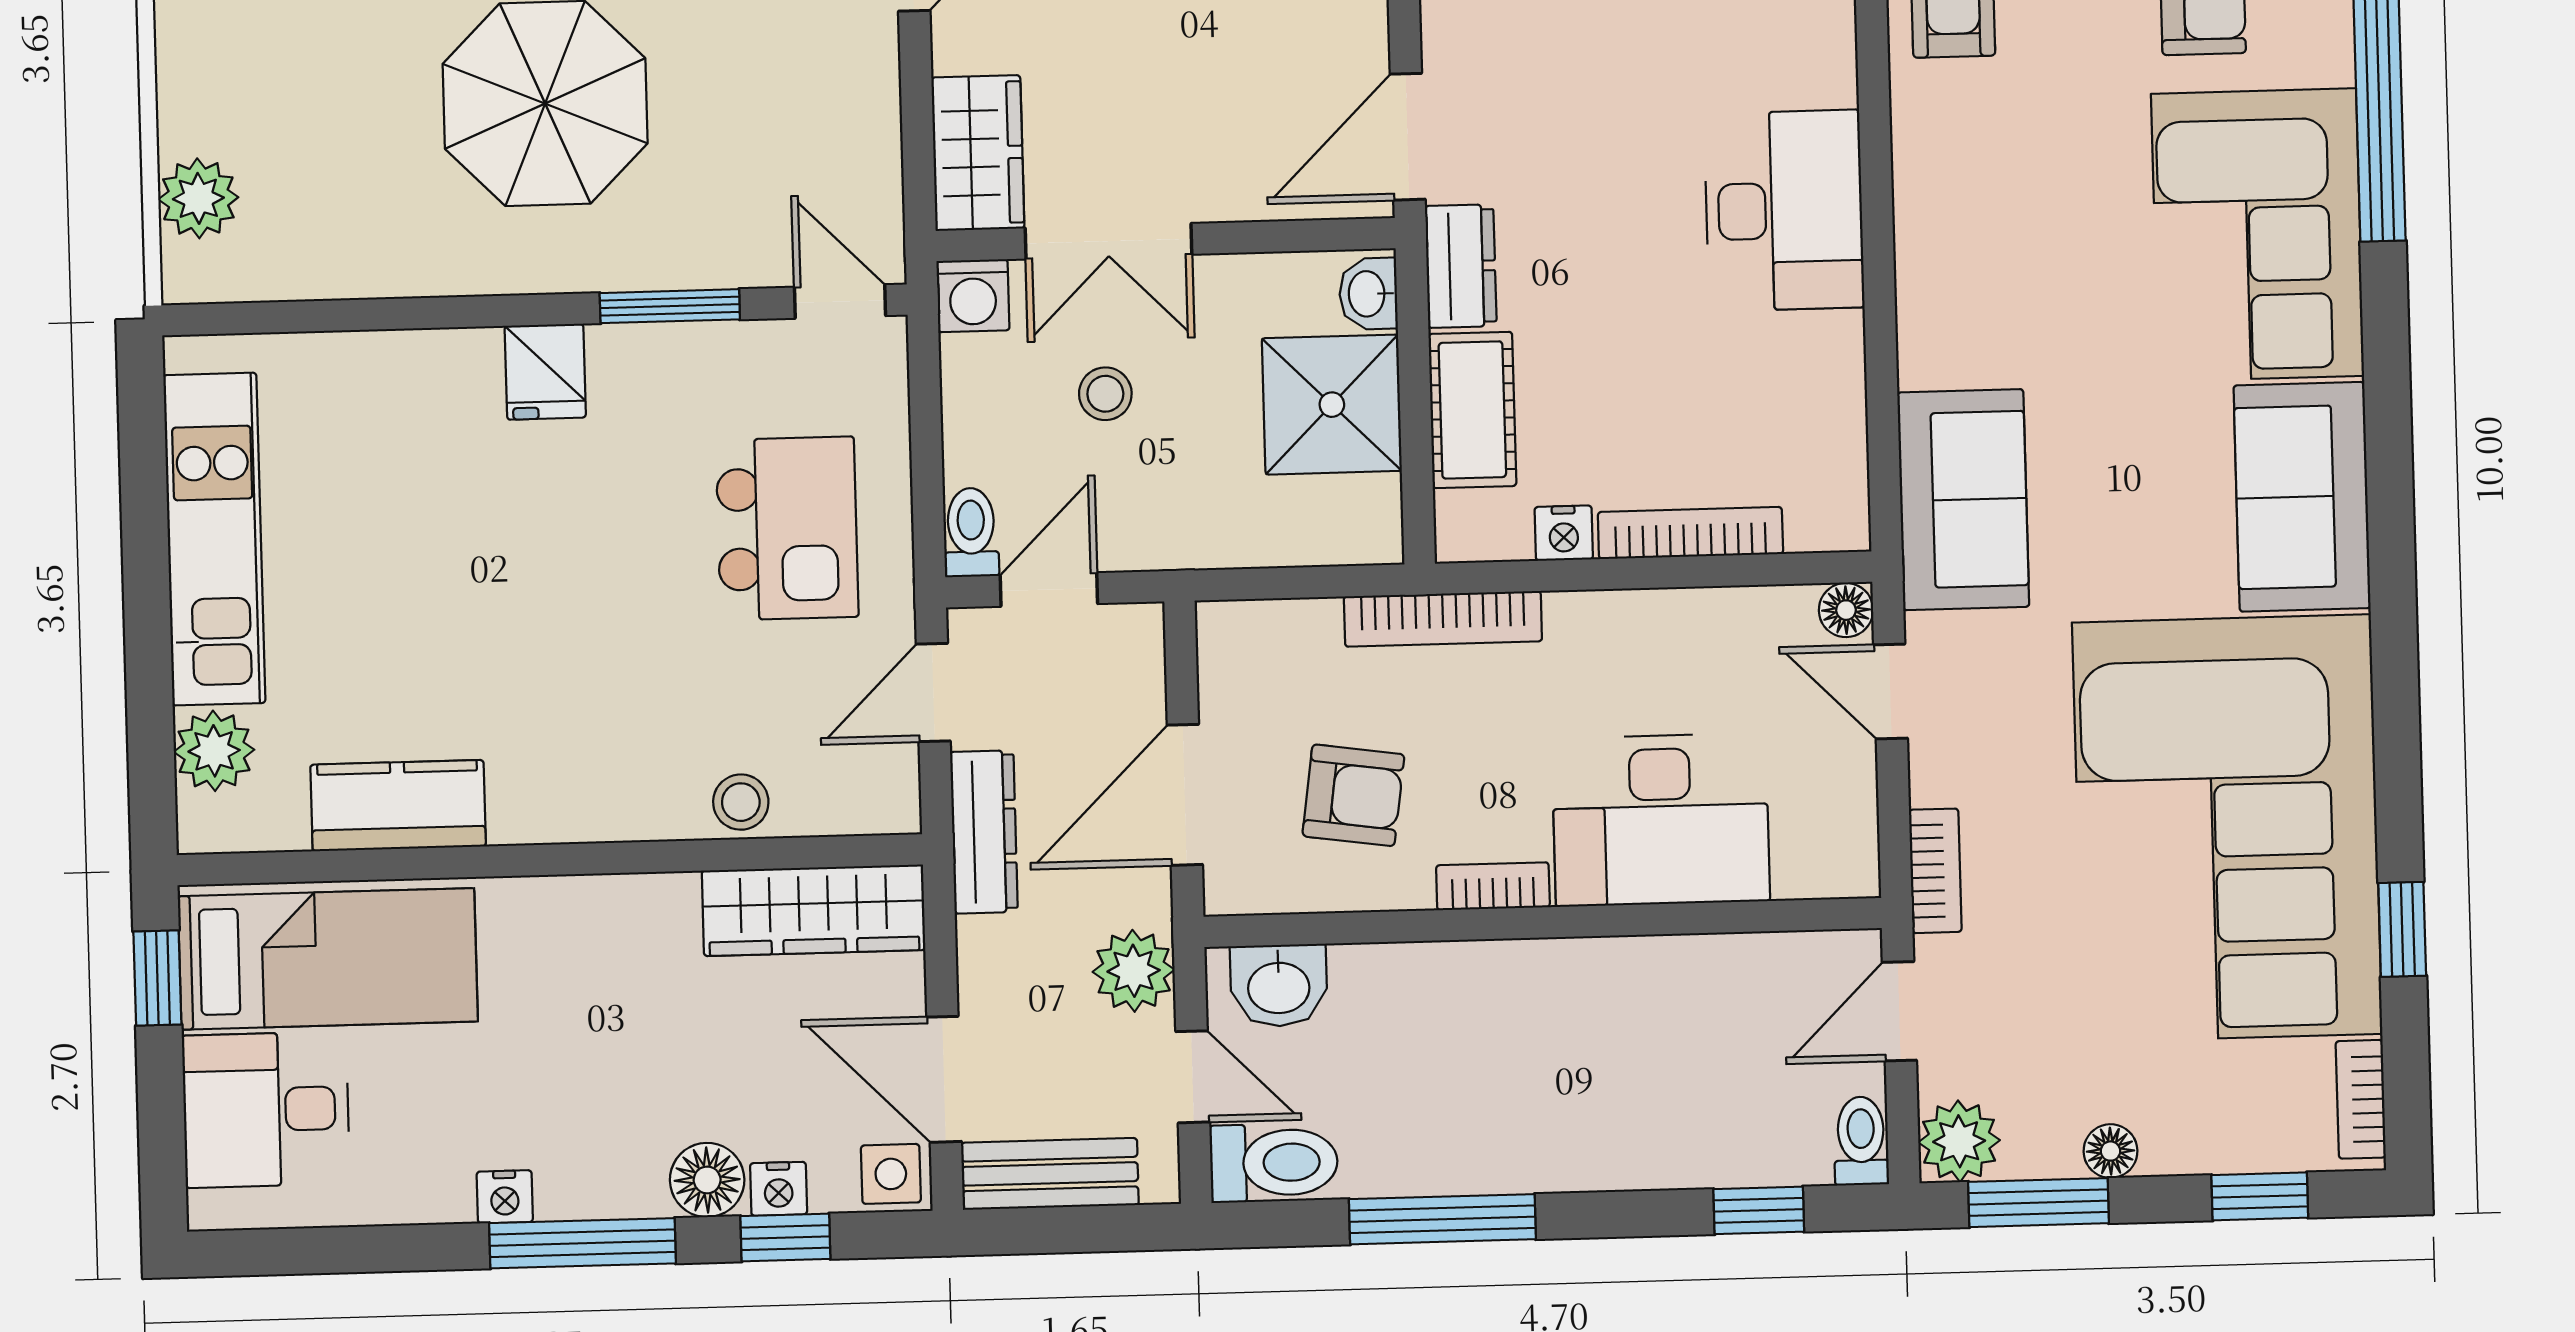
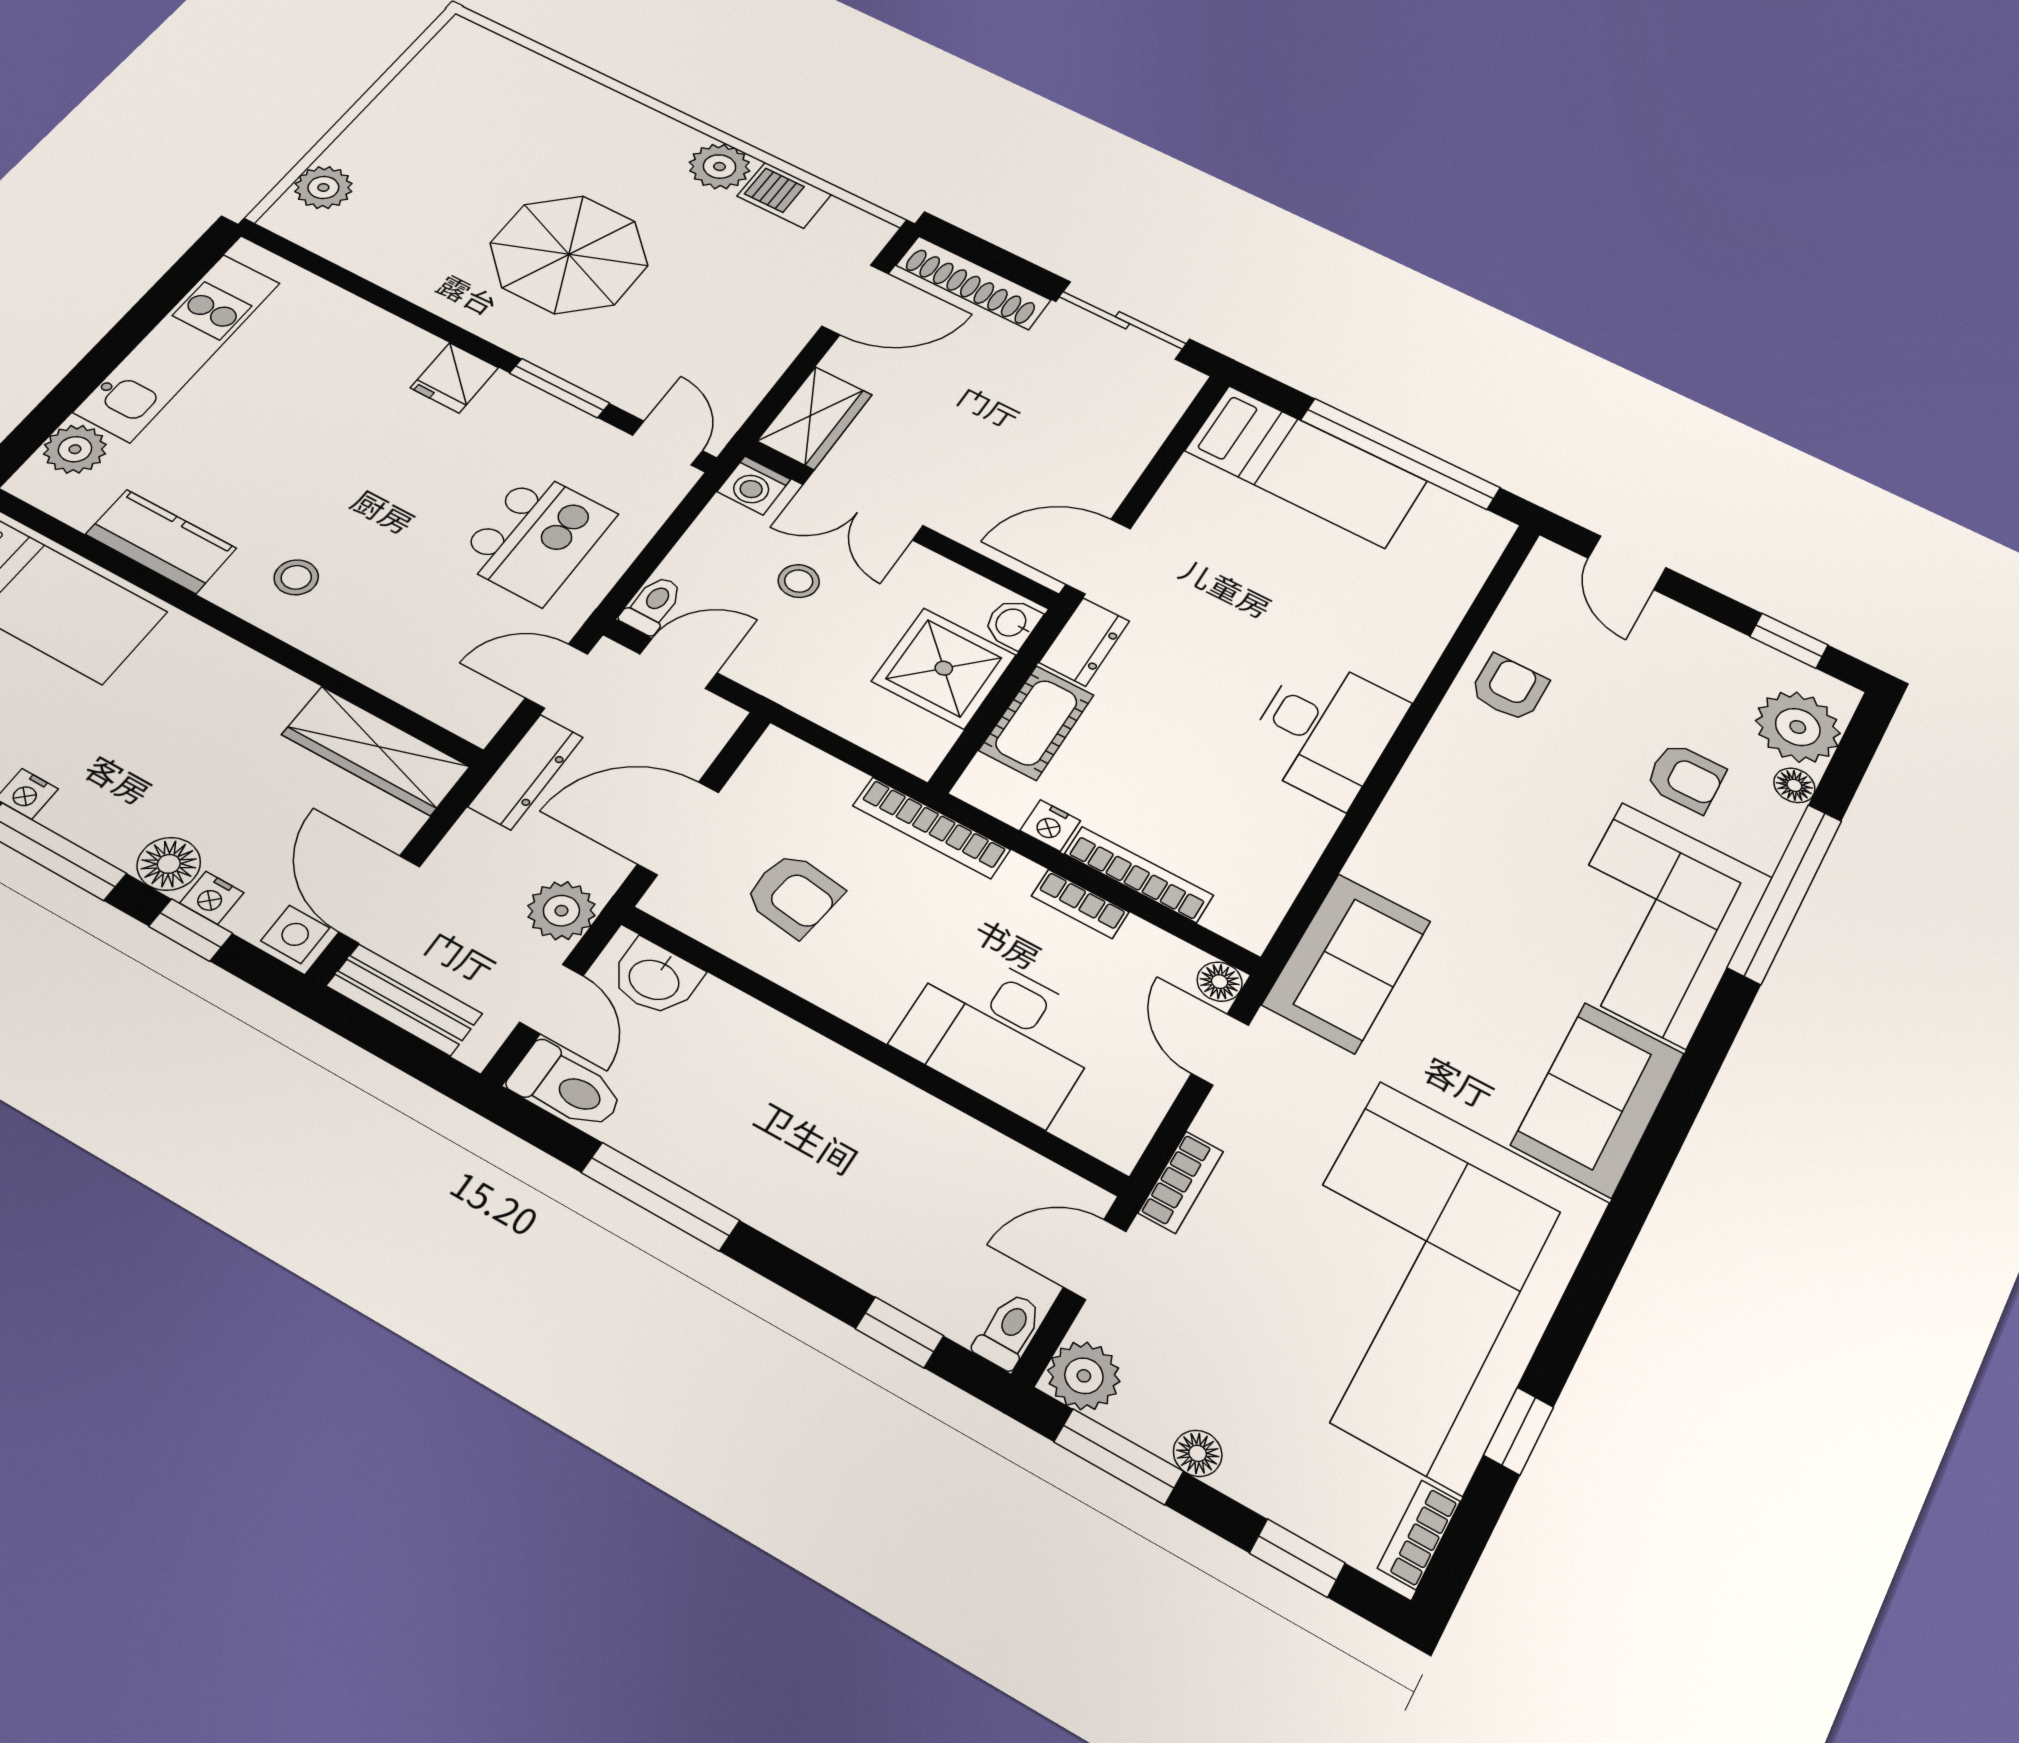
stool: (741, 802) -> (296, 577), moved
bookcase: (1493, 886) -> (1080, 904), moved, turned 180

